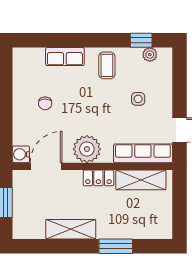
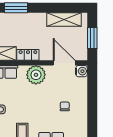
door: (46, 166) -> (64, 63), swing flipped
shelving: (71, 229) -> (64, 20), moved

